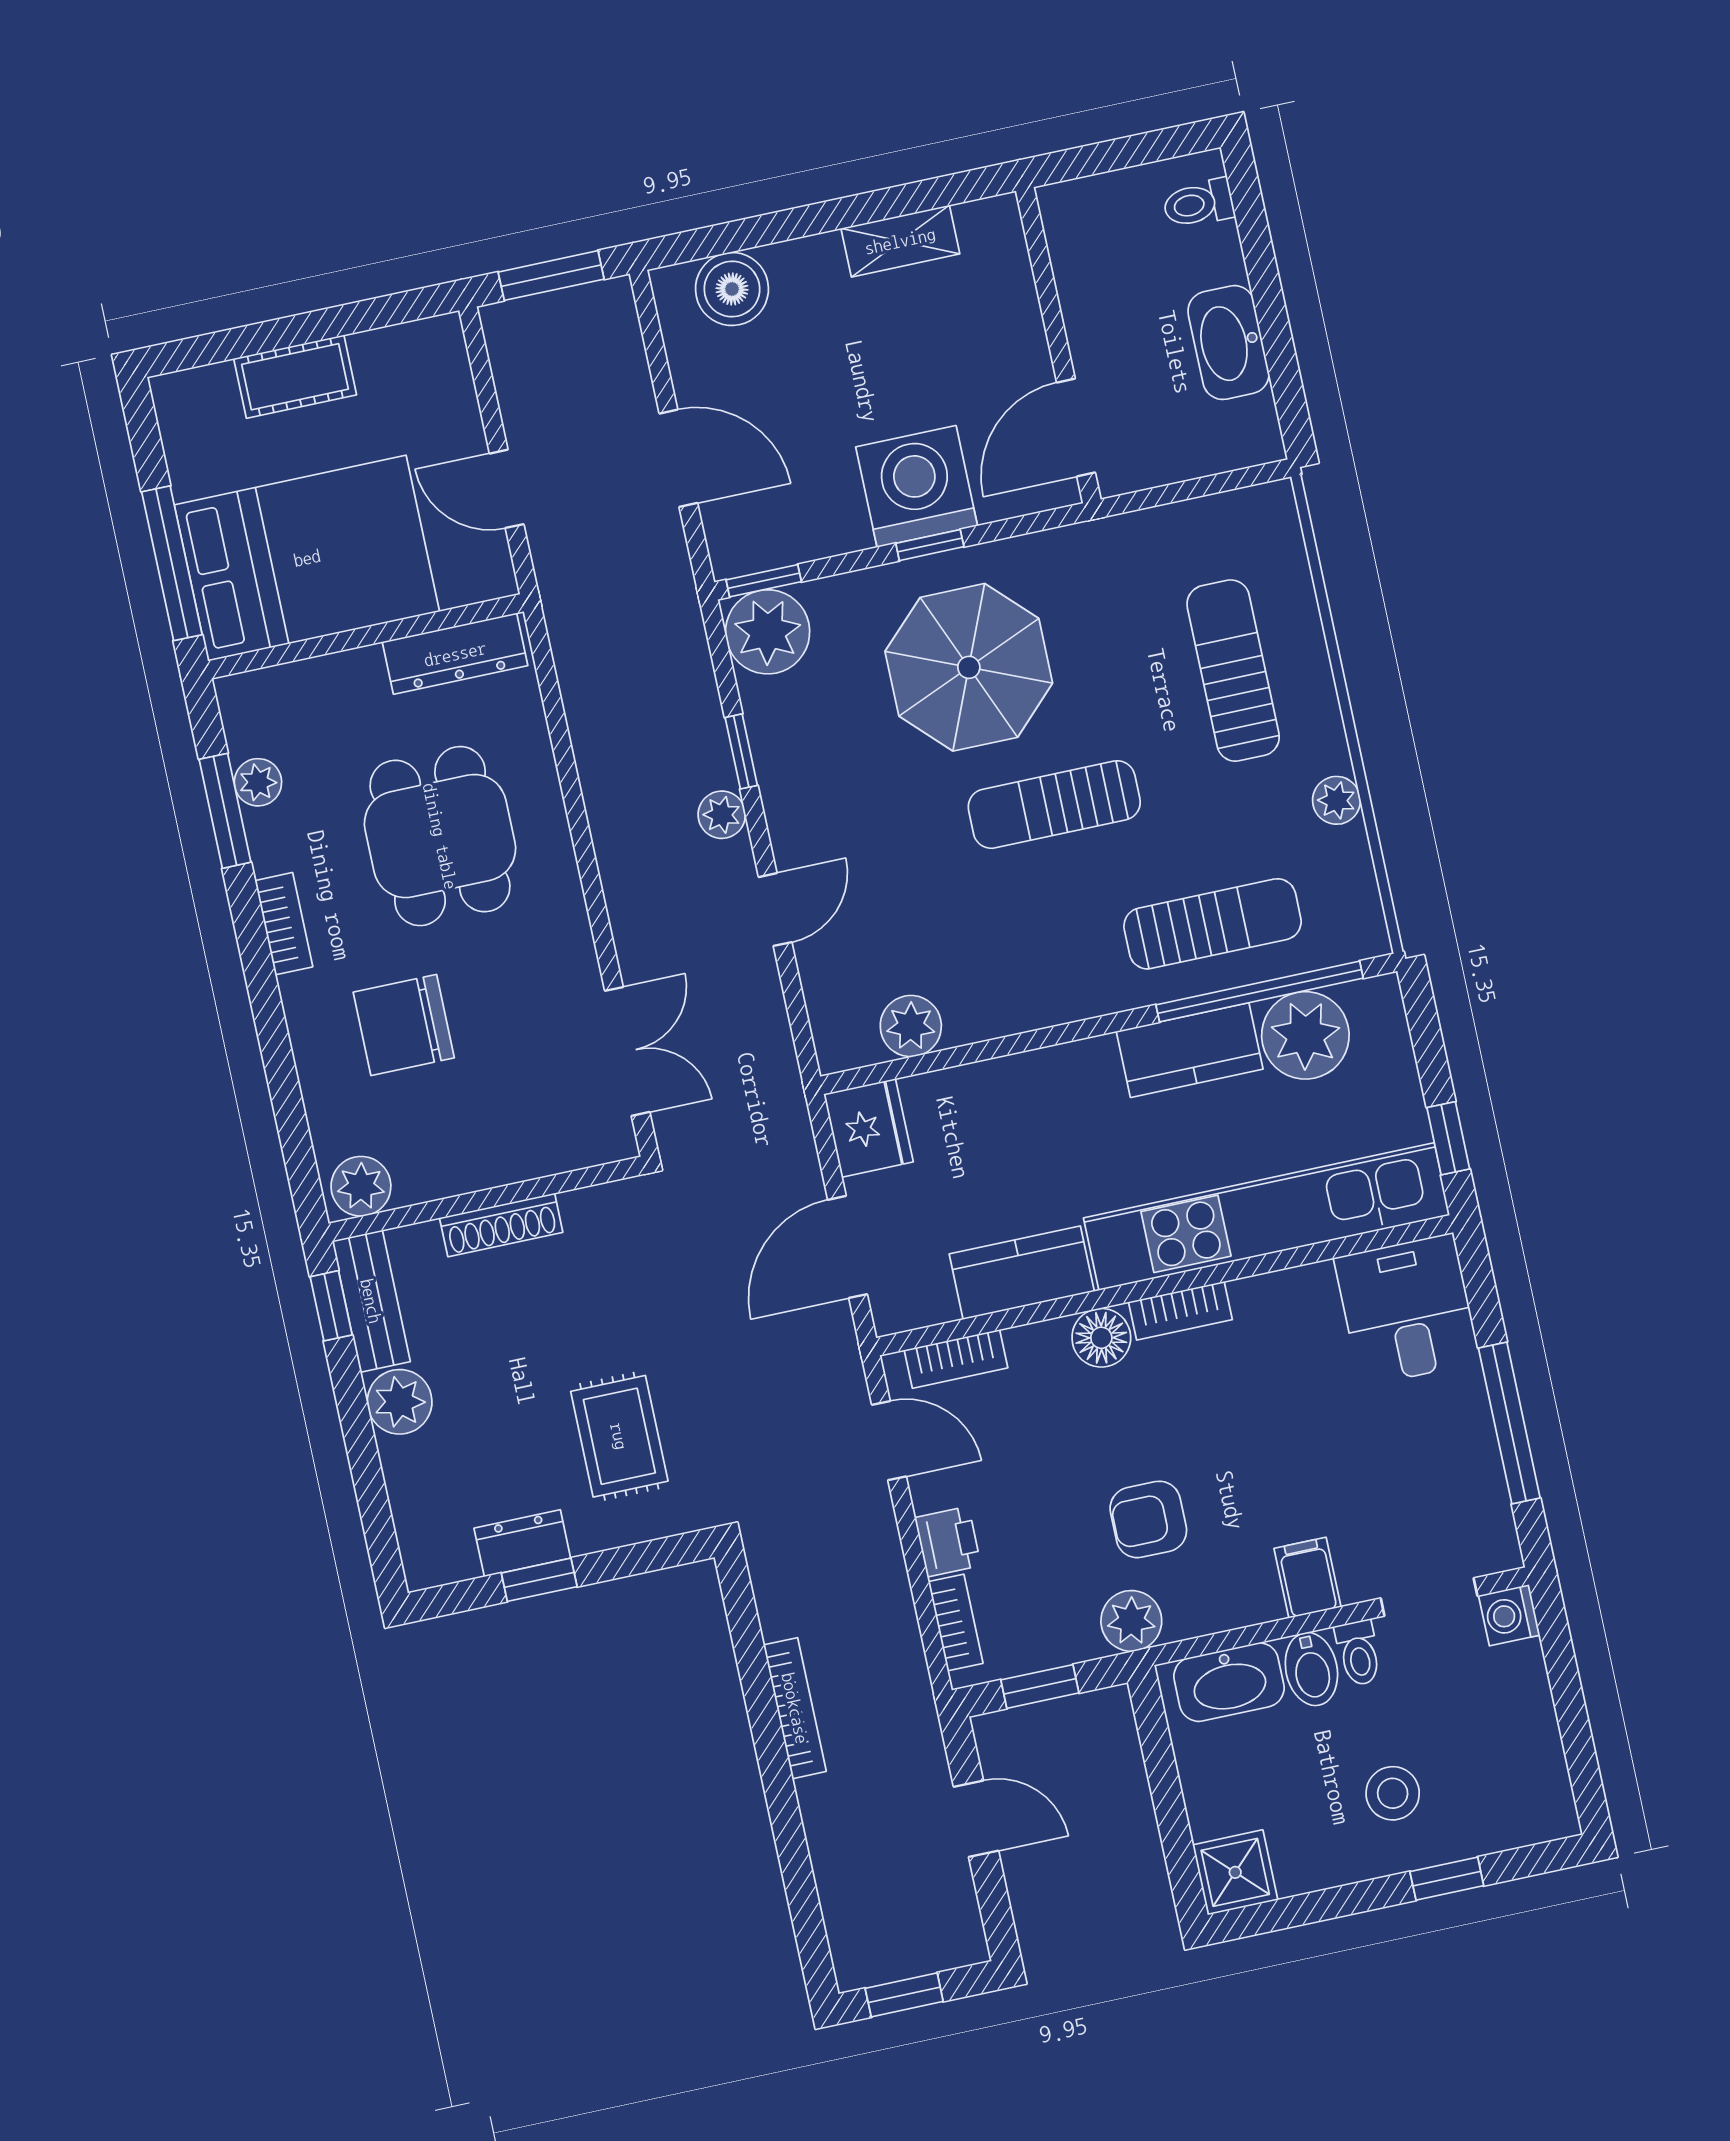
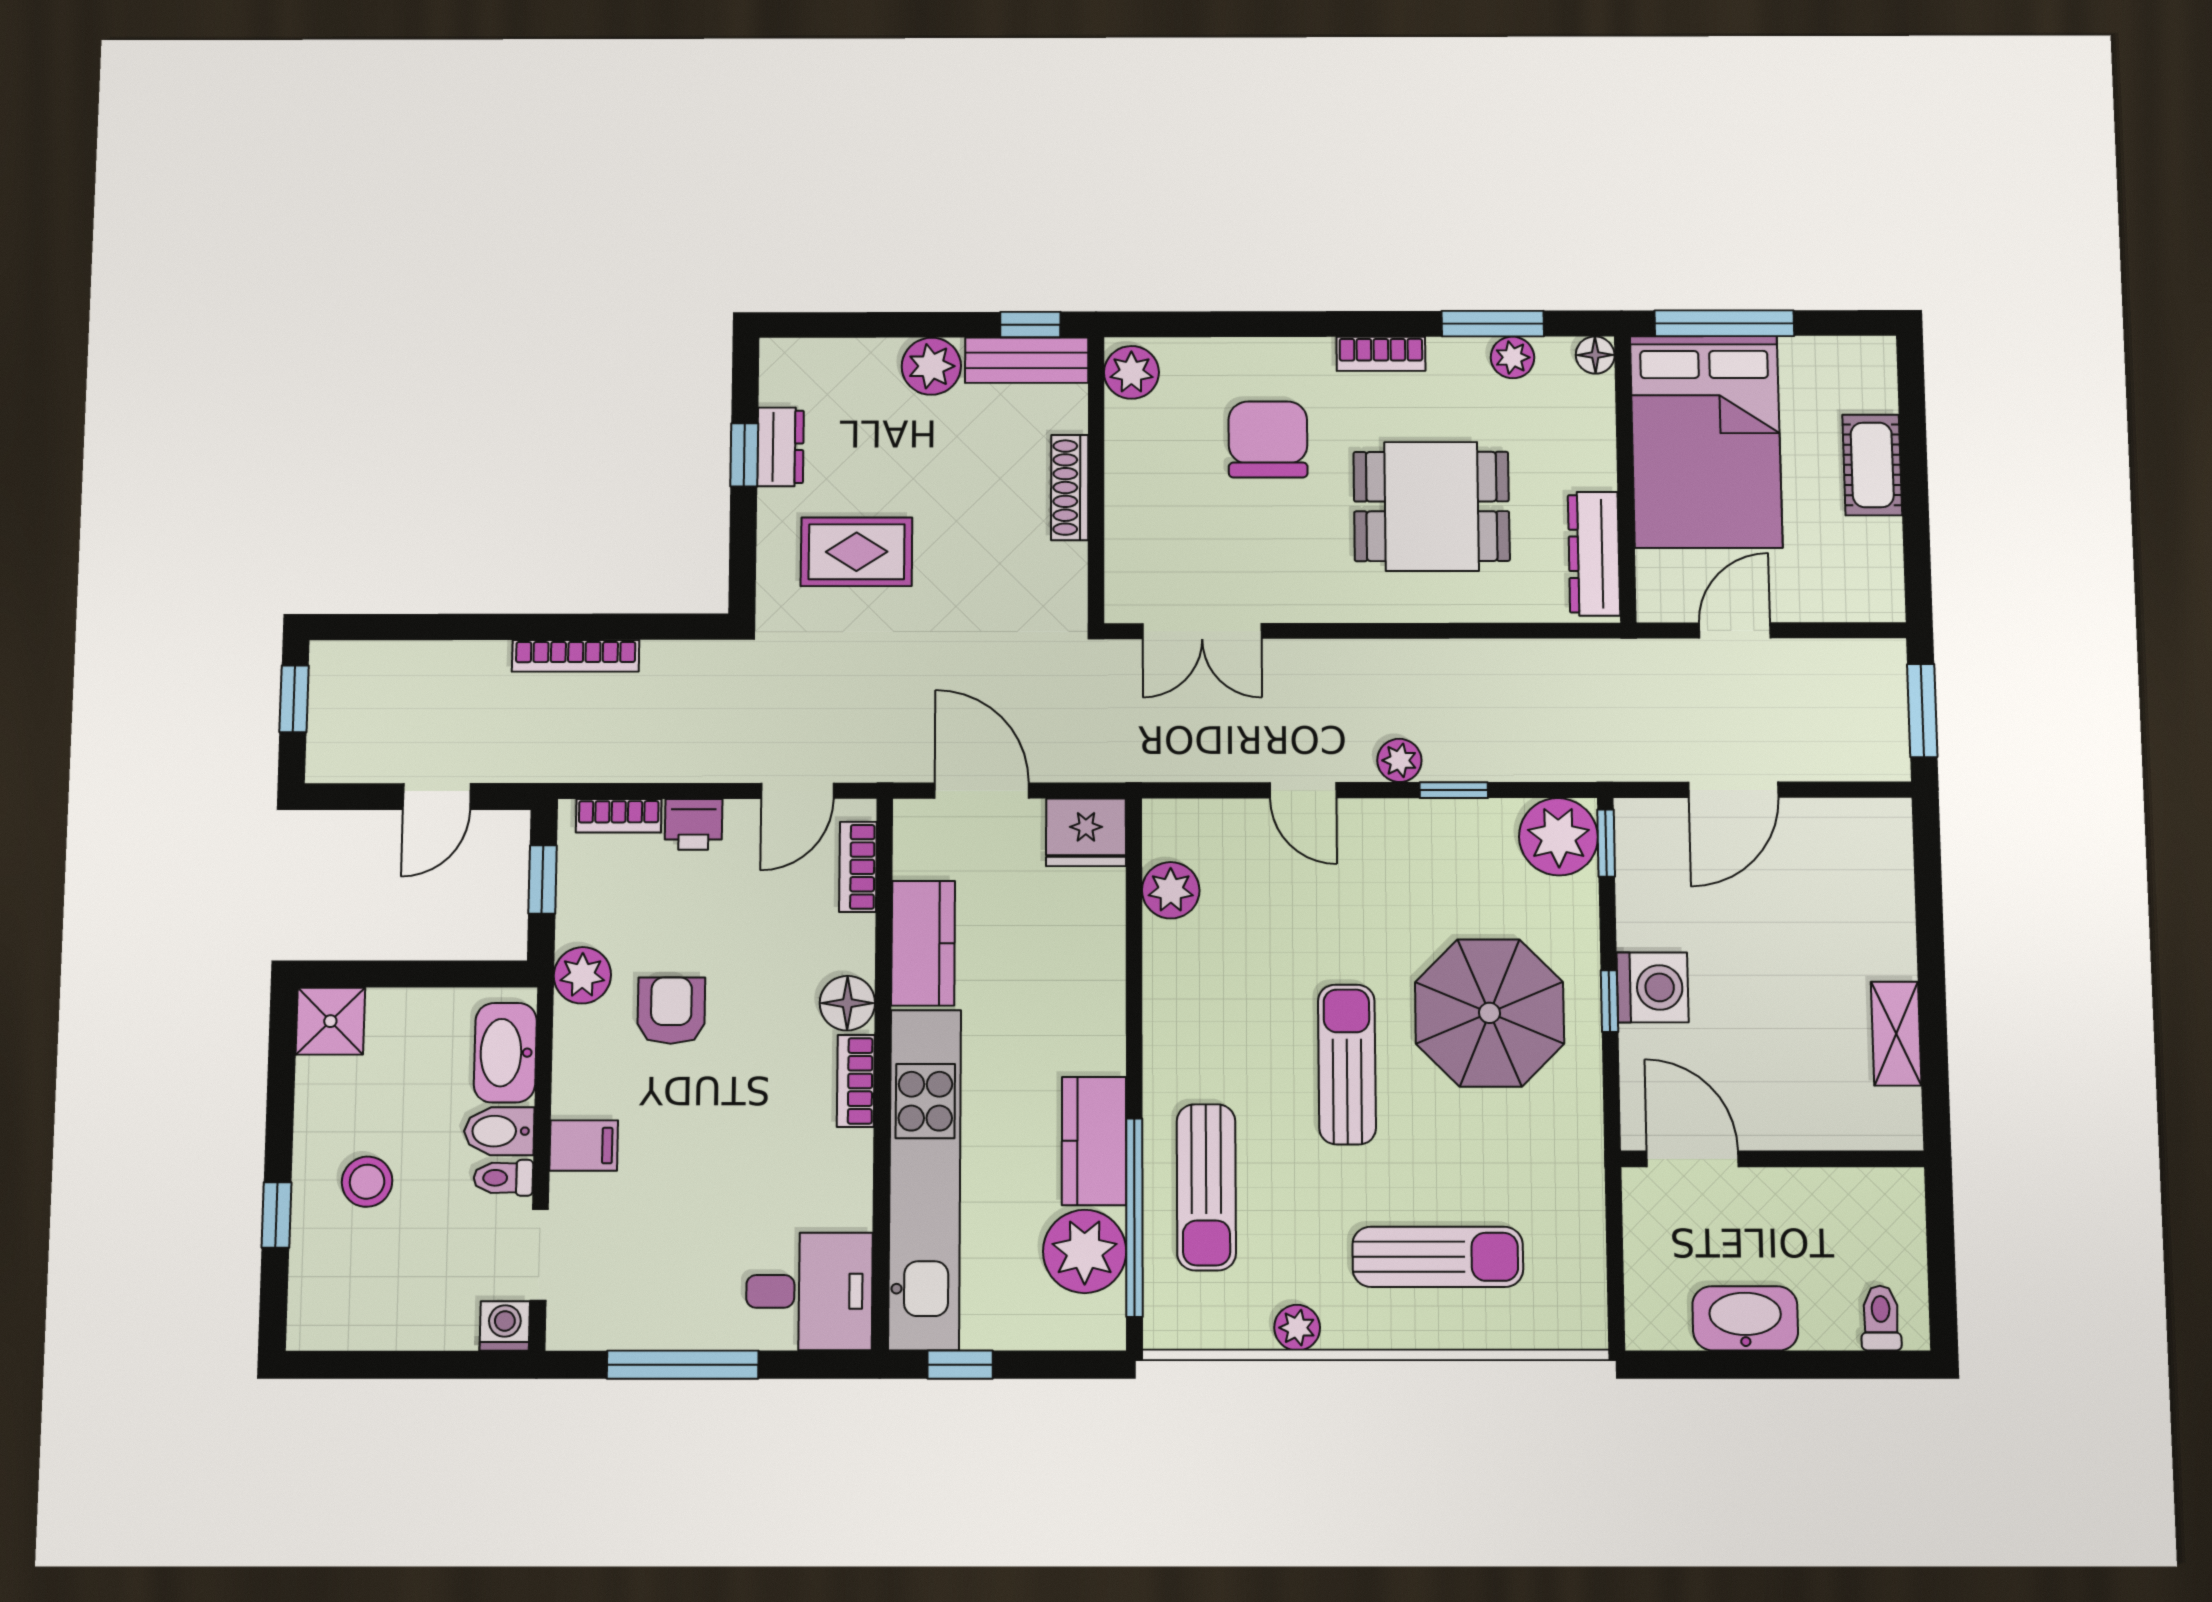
boiler: (732, 289) -> (1880, 871), removed
washing machine: (917, 486) -> (1653, 987), width x0.73, depth x0.73
floor lamp: (236, 694) -> (1595, 355), added

